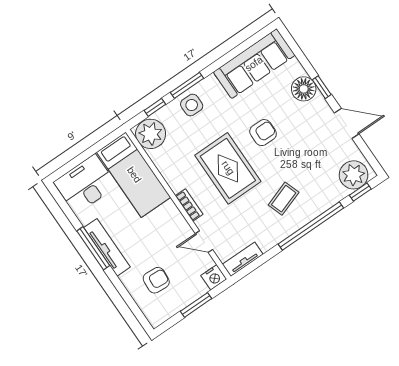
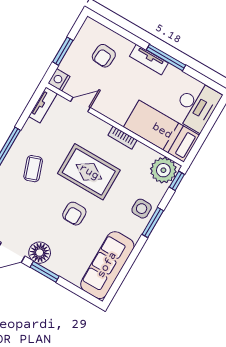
window: (322, 87) -> (45, 272), width x1.50
floor lamp: (304, 89) -> (40, 253), moved
window: (155, 107) -> (177, 181), moved
bookcase: (189, 205) -> (123, 138), moved
tv unit: (107, 247) -> (149, 60), width x0.71

